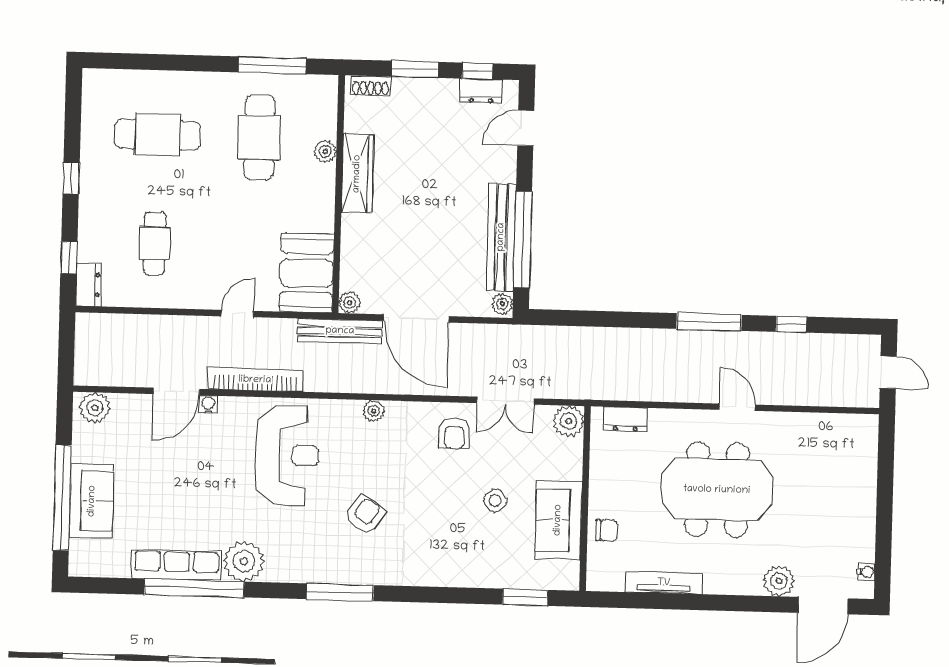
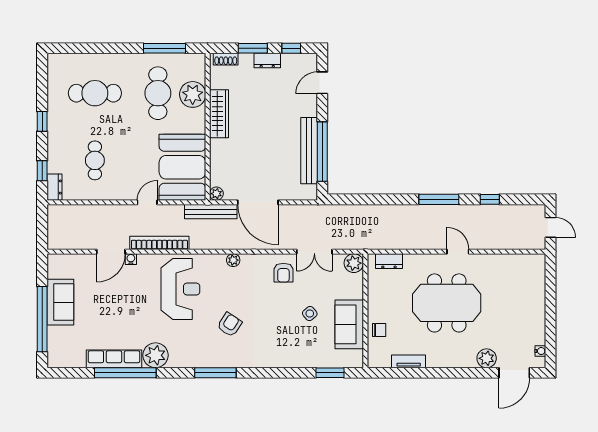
dresser: (481, 91) -> (267, 61), moved
plant: (325, 151) -> (193, 94), width x1.87, depth x1.87
booth: (307, 273) -> (182, 167), width x1.36, depth x1.42
plant: (502, 304) -> (311, 192), removed
plant: (95, 408) -> (61, 263), removed
sofa: (92, 501) -> (60, 302), moved
tv unit: (664, 583) -> (409, 361), width x0.71

